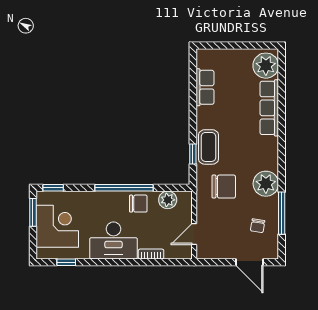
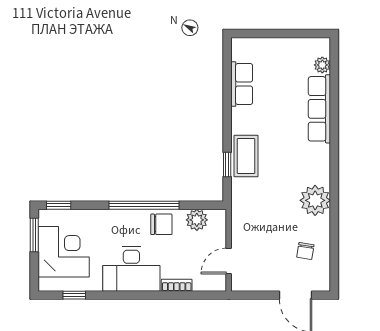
plant: (266, 66) -> (322, 65), width x0.53, depth x0.53
chair: (224, 187) -> (264, 204), removed
window: (282, 213) -> (334, 236), removed

